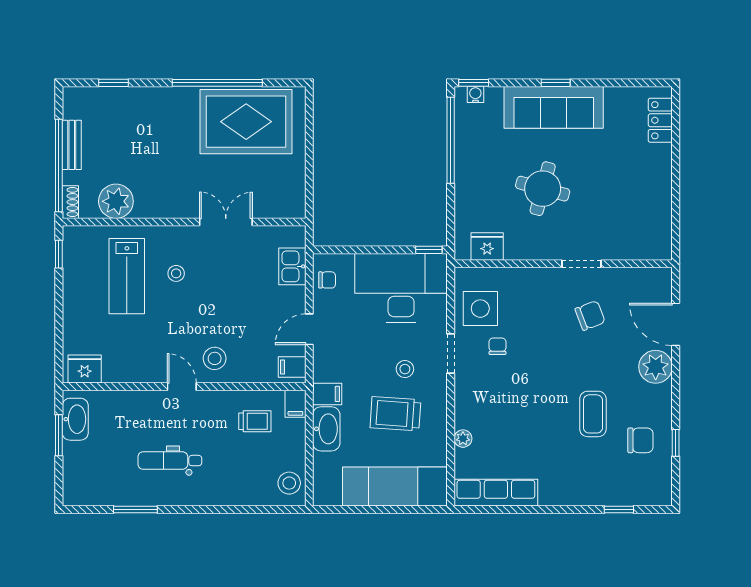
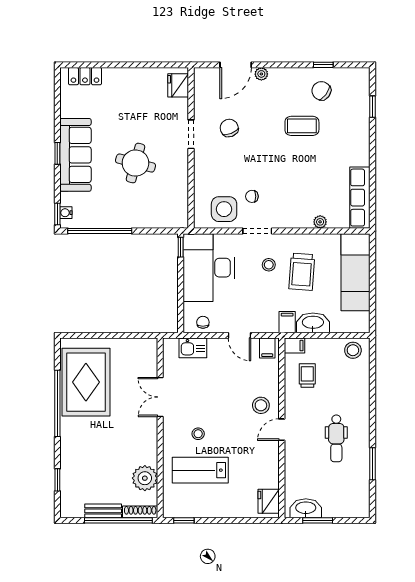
shoe rack: (70, 202) -> (140, 512), width x1.43
fridge: (487, 246) -> (178, 85), moved
lab bench: (127, 276) -> (200, 470), turned 180
plant: (656, 367) -> (261, 74), width x0.53, depth x0.53
chair: (640, 440) -> (321, 91), turned -54

